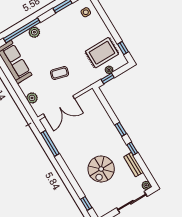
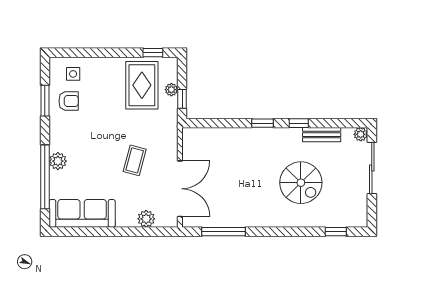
armchair: (70, 19) -> (69, 101), added

